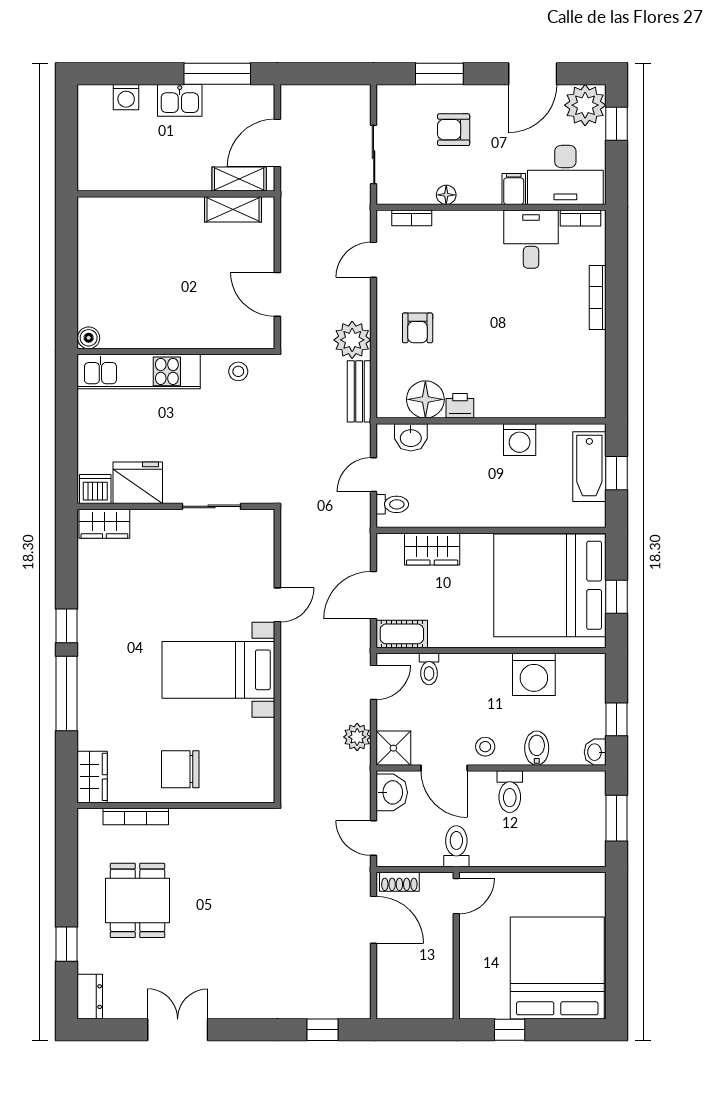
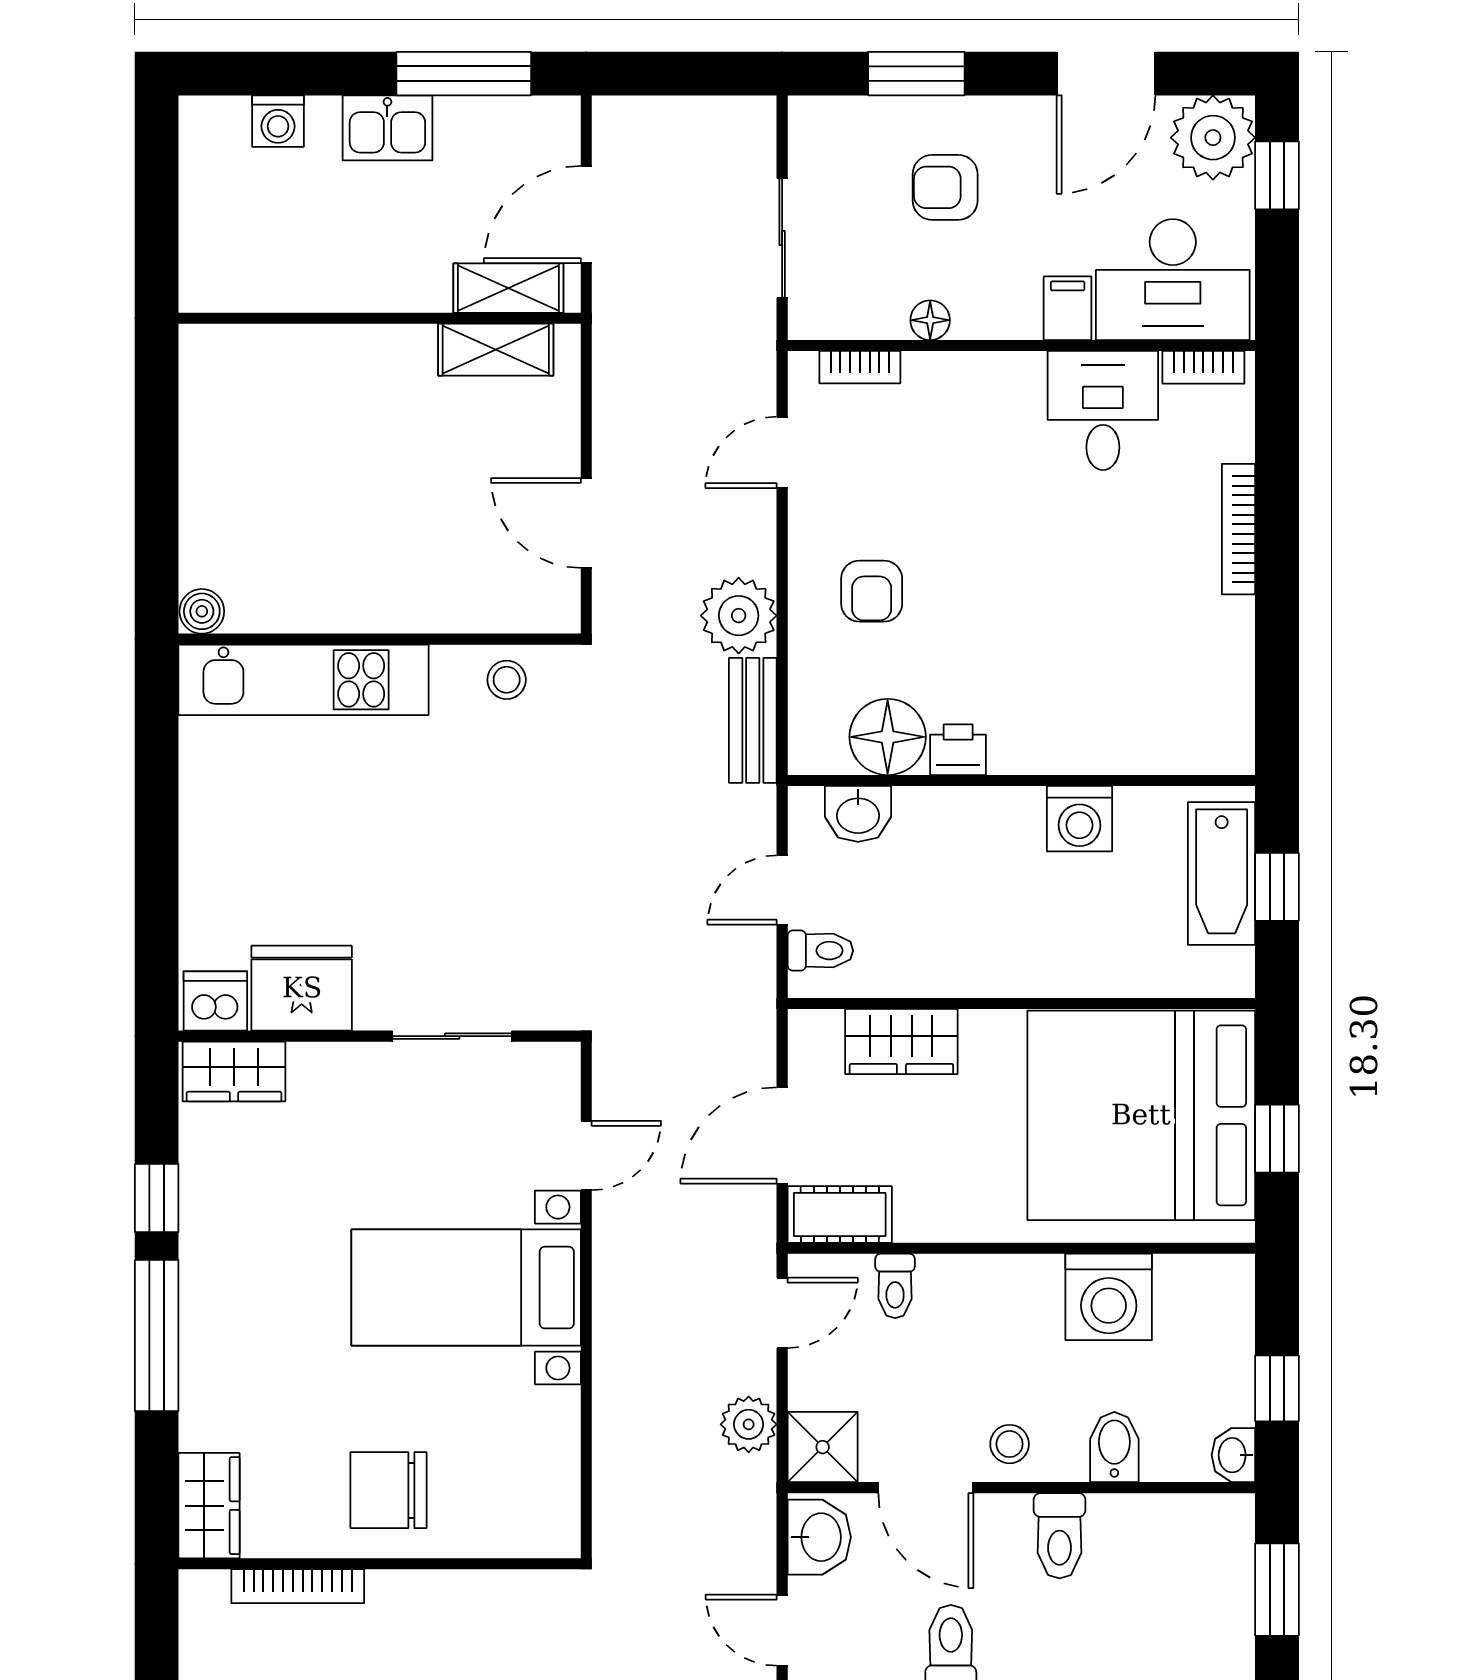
fridge: (138, 483) -> (302, 988), moved
dishwasher: (95, 489) -> (215, 1001), moved
wall: (176, 506) -> (380, 1036), moved
sliding door: (212, 506) -> (452, 1036), moved
wardrobe: (104, 524) -> (234, 1071), moved

